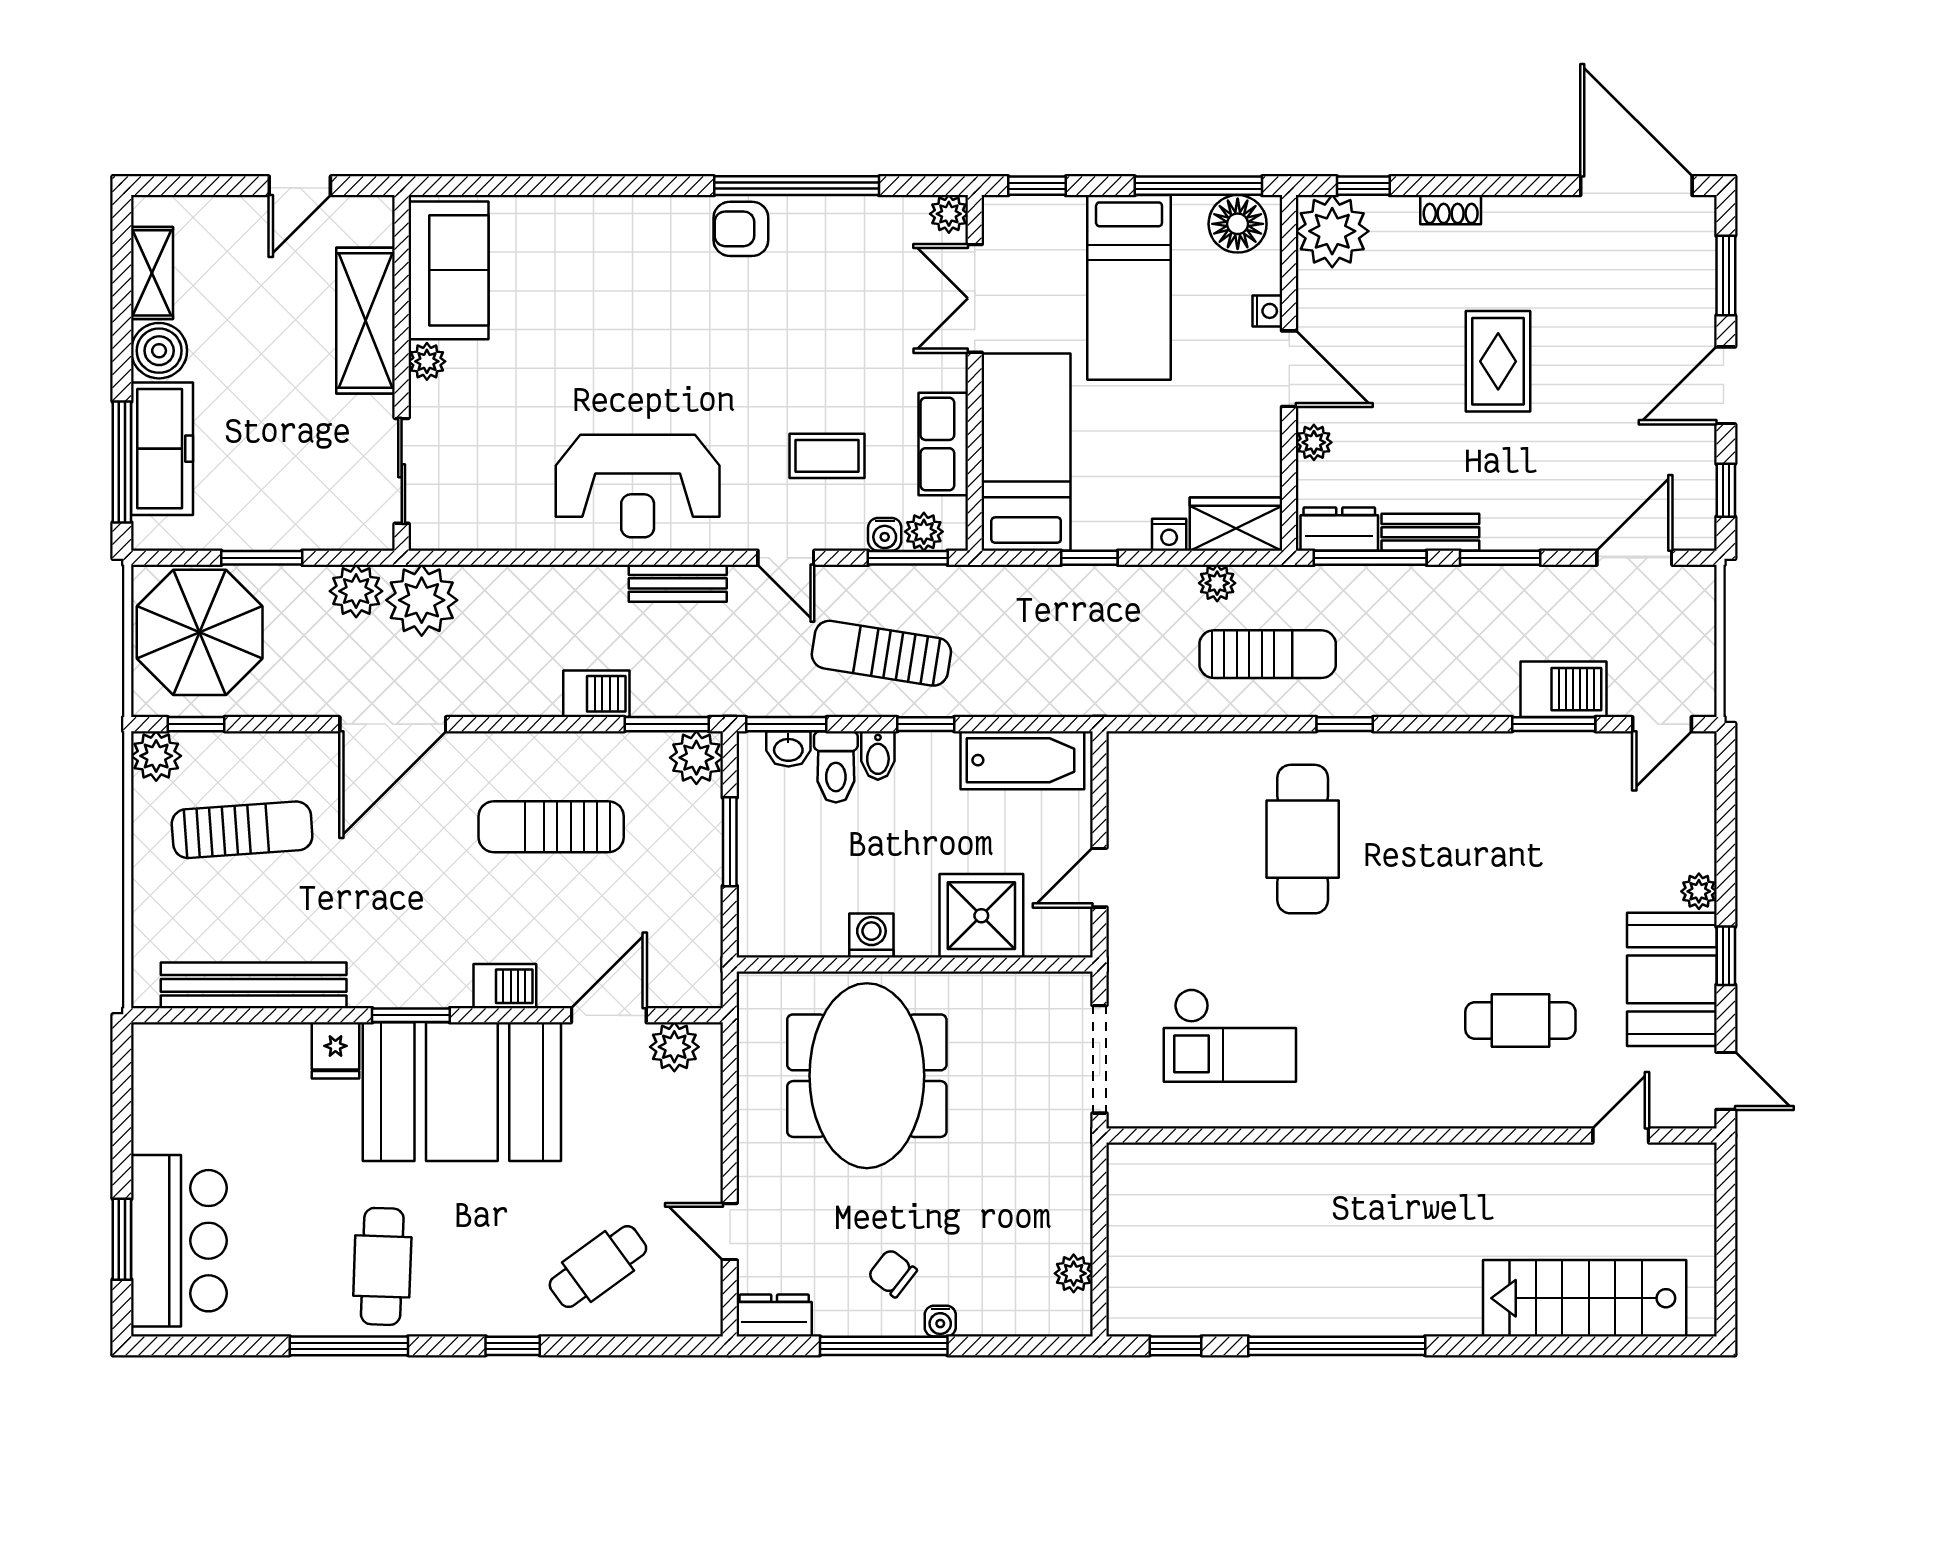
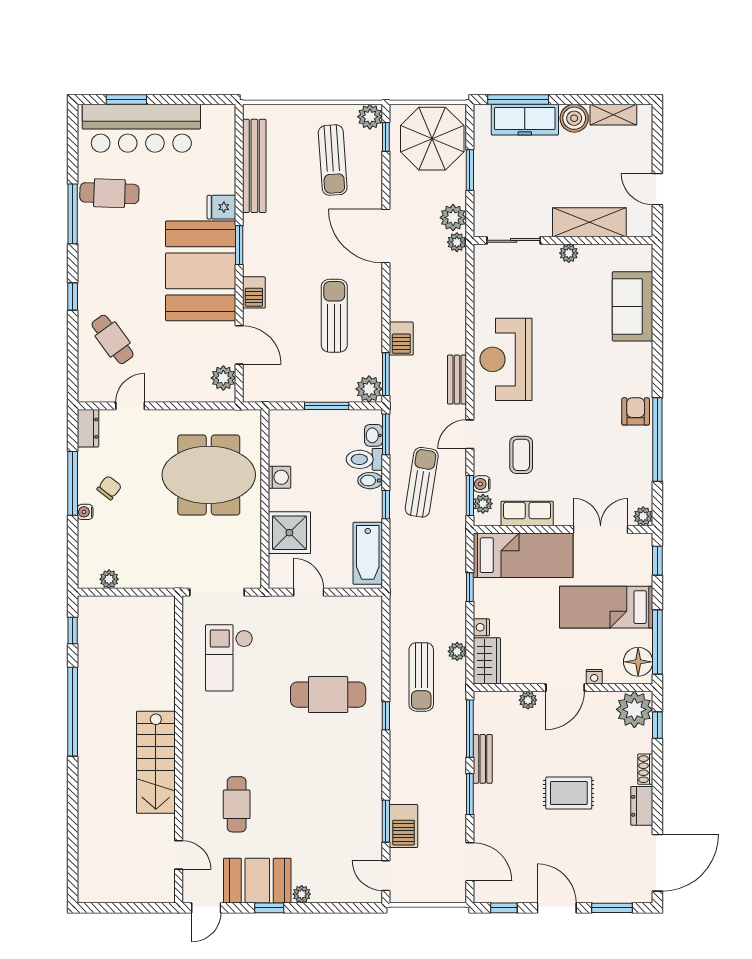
sofa: (448, 270) -> (633, 306), moved, turned 90
dresser: (1339, 529) -> (642, 806), moved, turned 180
plant: (422, 600) -> (457, 242), width x0.53, depth x0.53
bar counter: (179, 1241) -> (141, 128), width x1.36
cafe table: (382, 1266) -> (109, 193), moved
stairs: (1585, 1298) -> (156, 762), moved, turned 180

